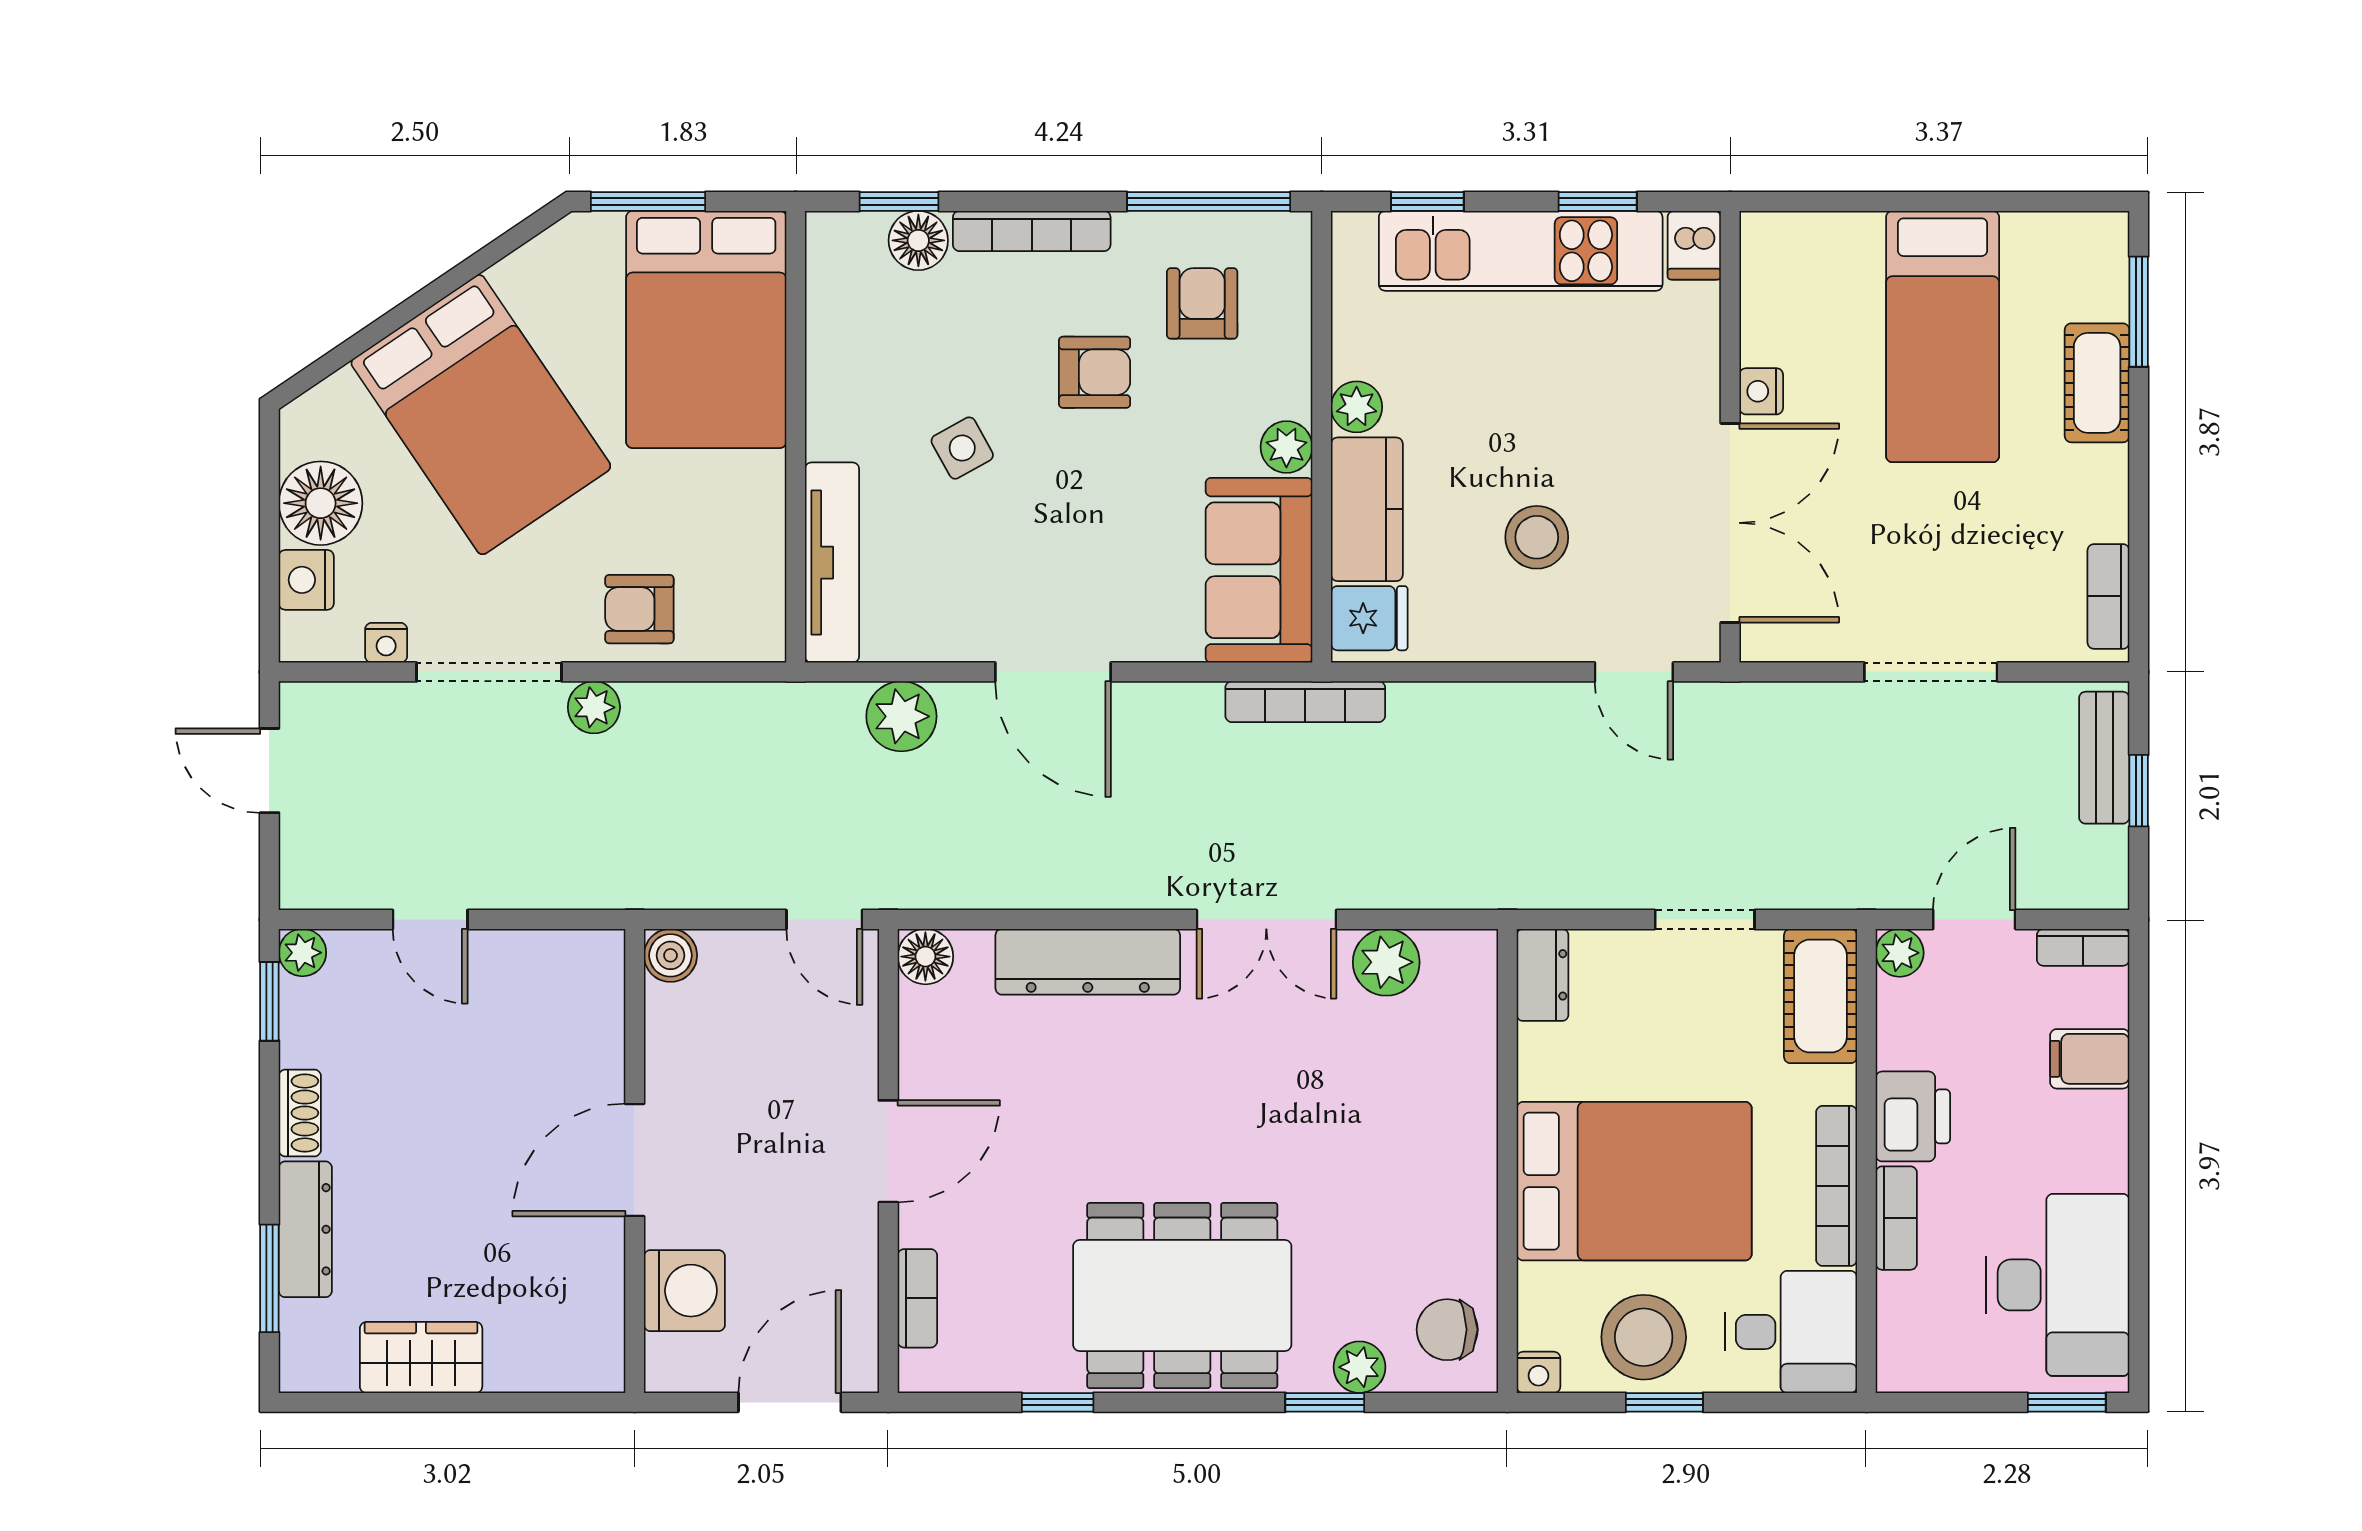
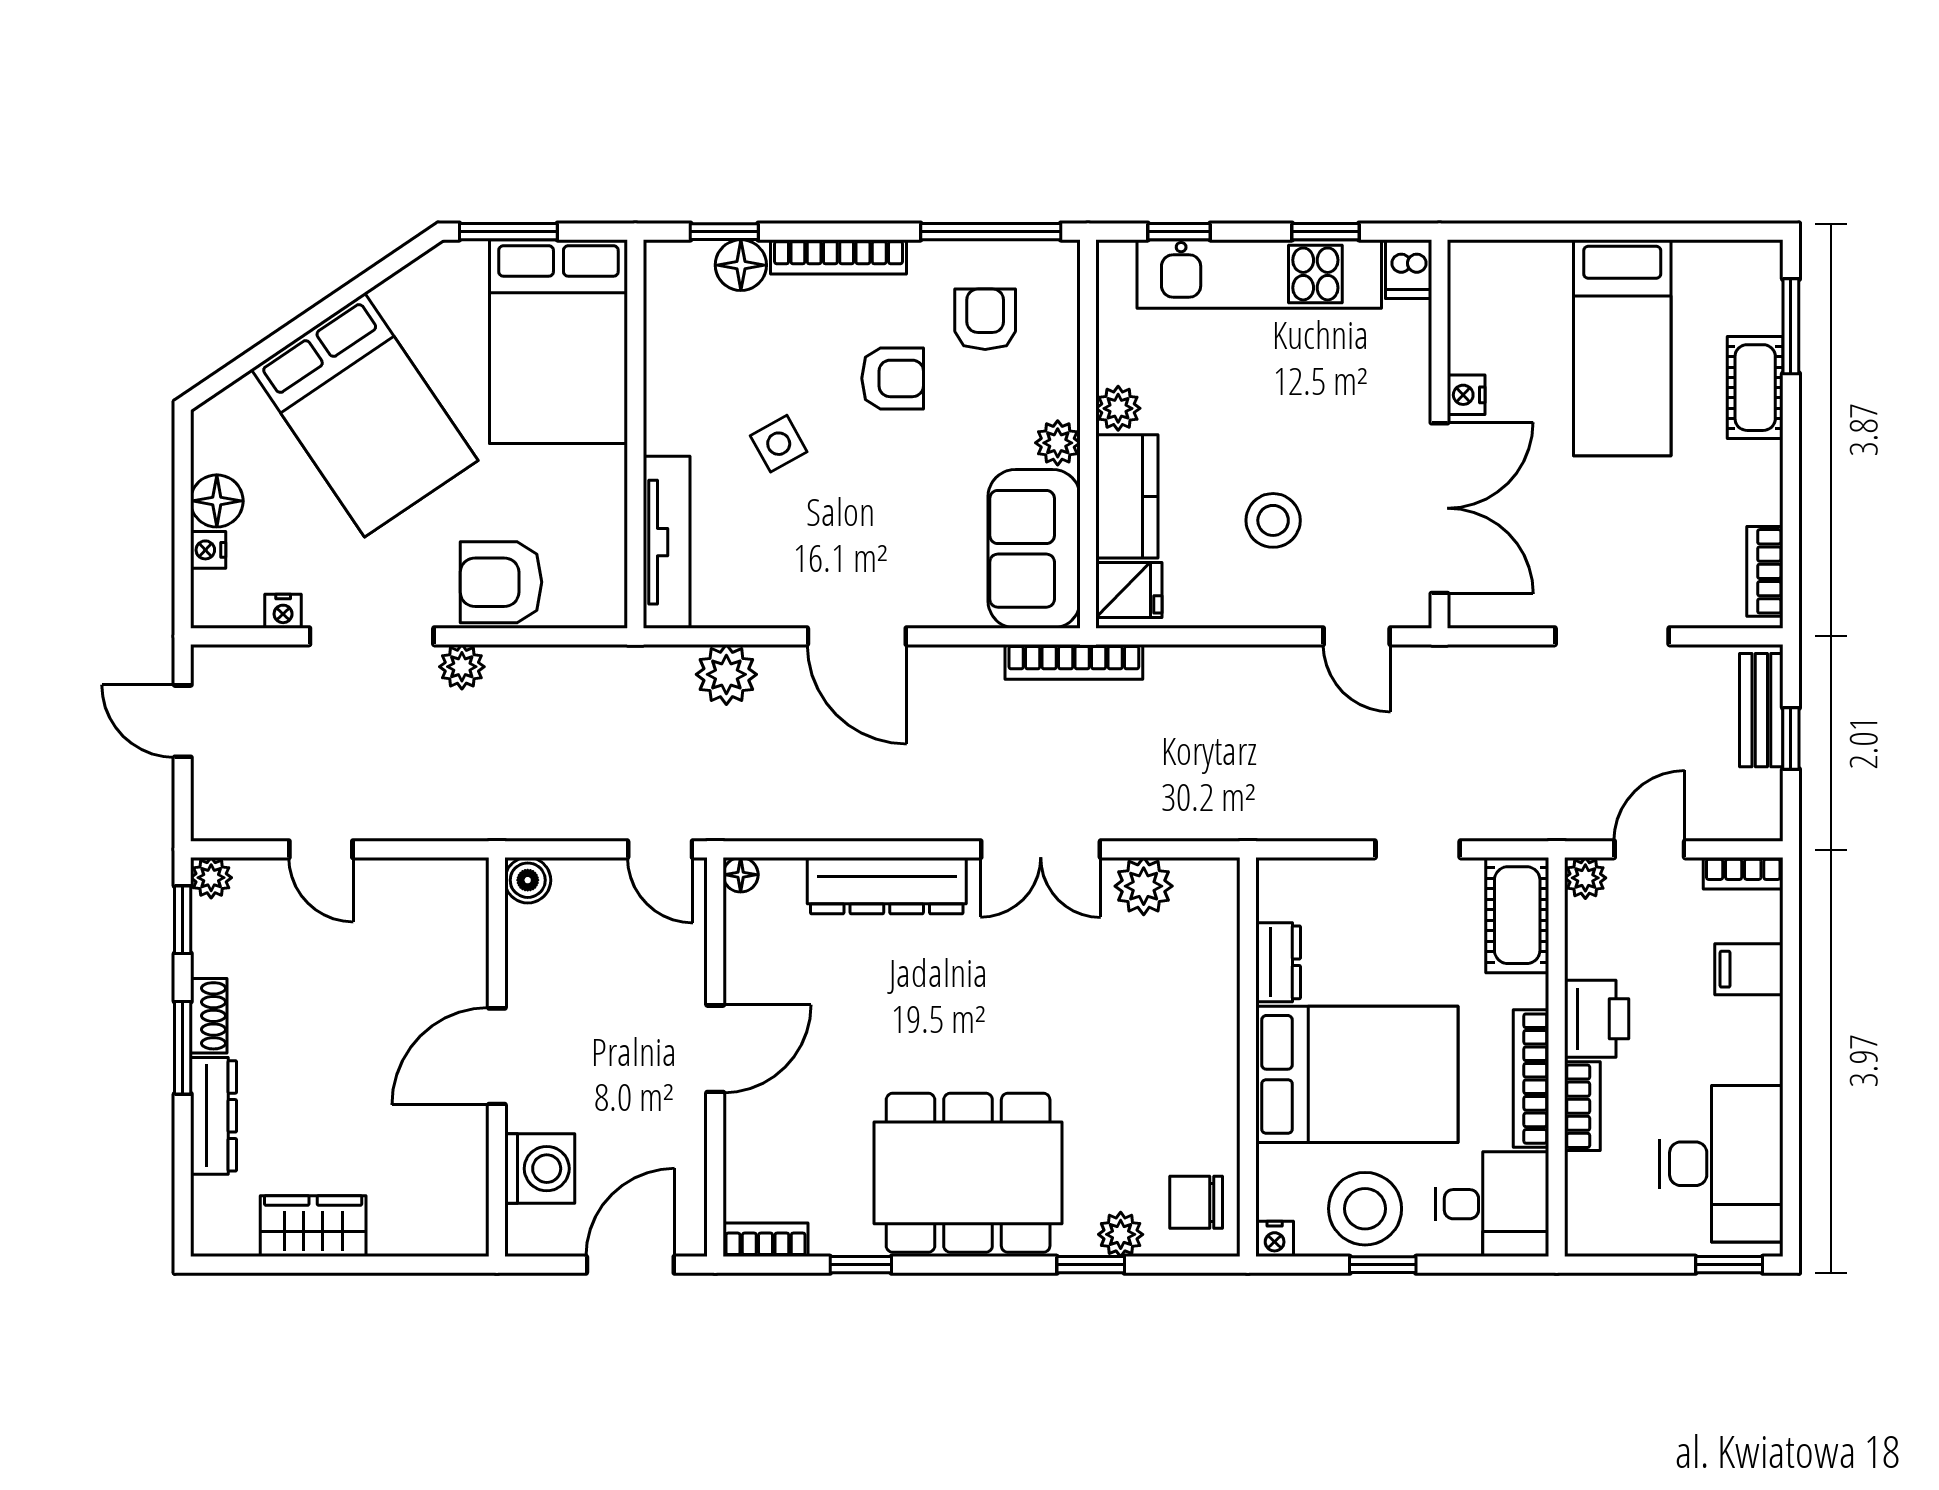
floor lamp: (321, 503) -> (217, 501), width x0.73, depth x0.73
nightstand: (306, 580) -> (208, 550), width x0.72, depth x0.74
armchair: (639, 609) -> (501, 582), width x1.38, depth x1.38
floor lamp: (925, 957) -> (741, 875), width x0.73, depth x0.73
dresser: (1543, 975) -> (1278, 962), moved
window: (269, 1278) -> (183, 1048), moved
bookcase: (917, 1298) -> (766, 1240), moved, turned -90

